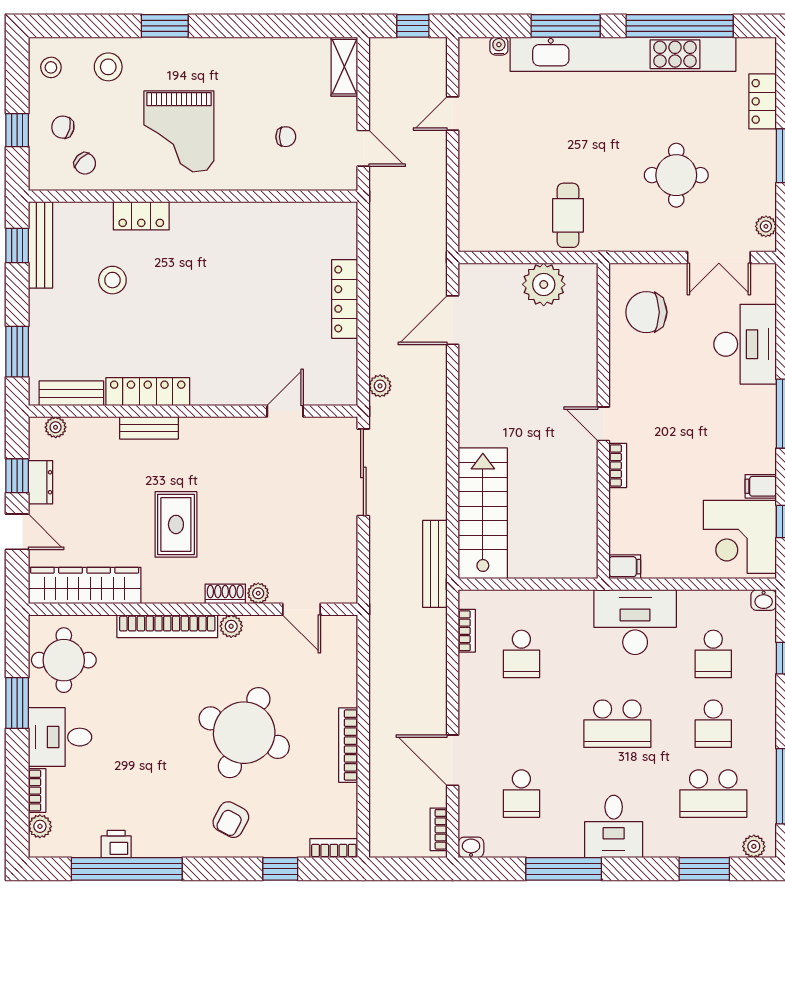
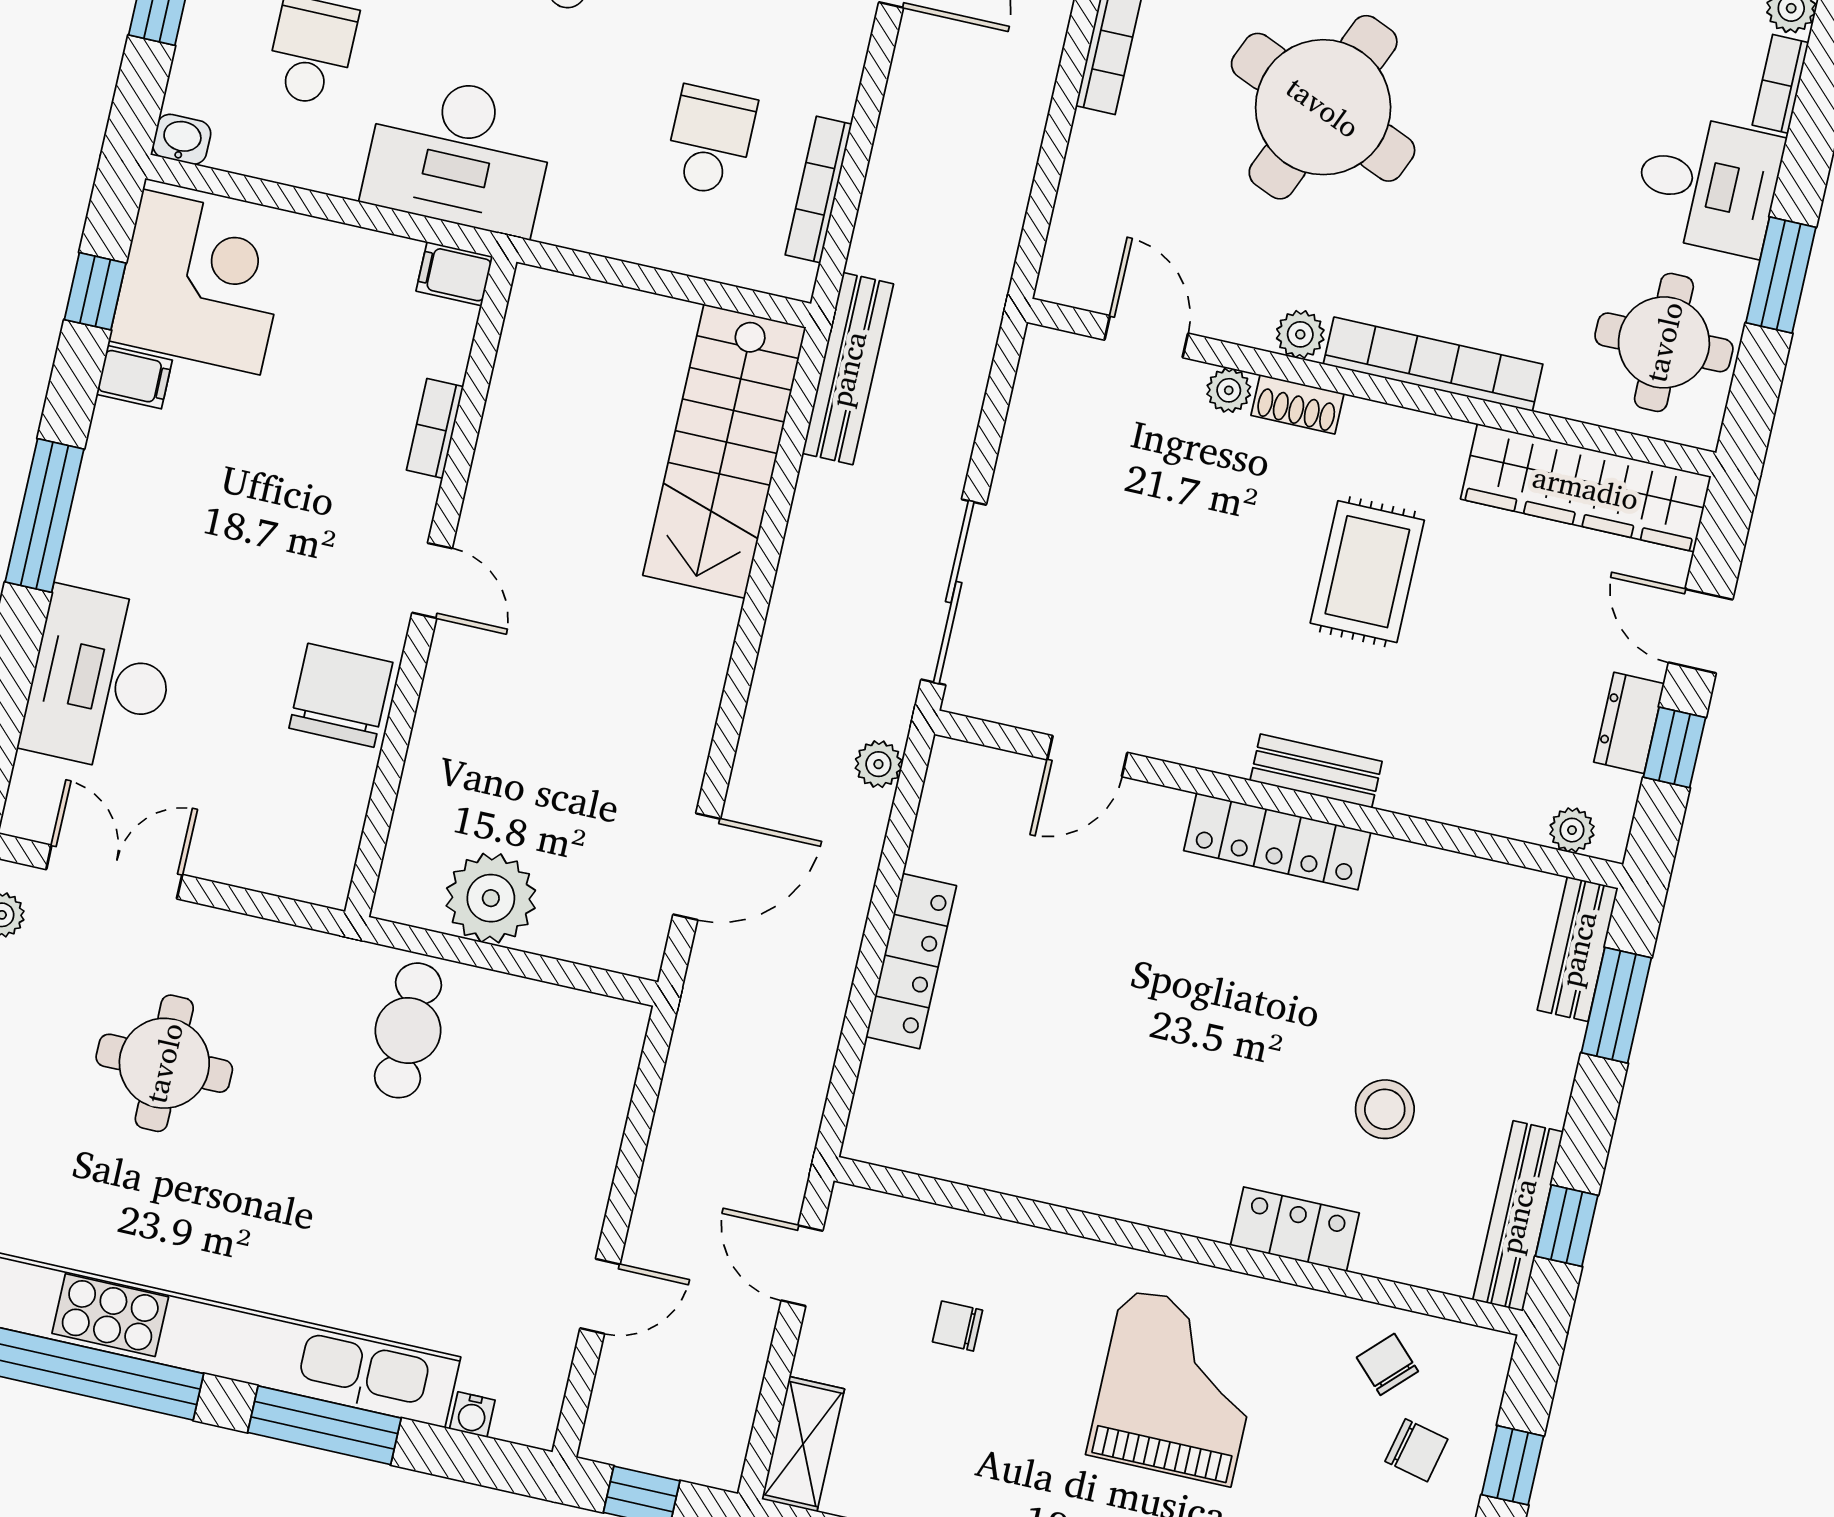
chair: (646, 312) -> (341, 695), moved, turned -90
locker: (148, 392) -> (1277, 841), moved
bench: (71, 393) -> (1578, 949), moved, turned 90
bench: (149, 428) -> (1316, 771), moved
bookcase: (618, 466) -> (435, 428), moved
bookcase: (467, 631) -> (819, 189), width x1.56

